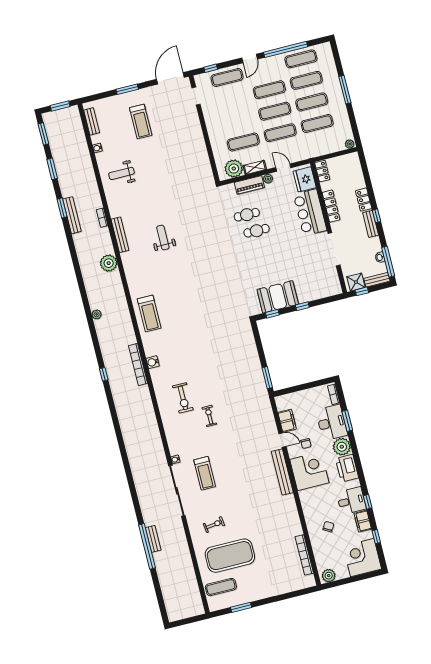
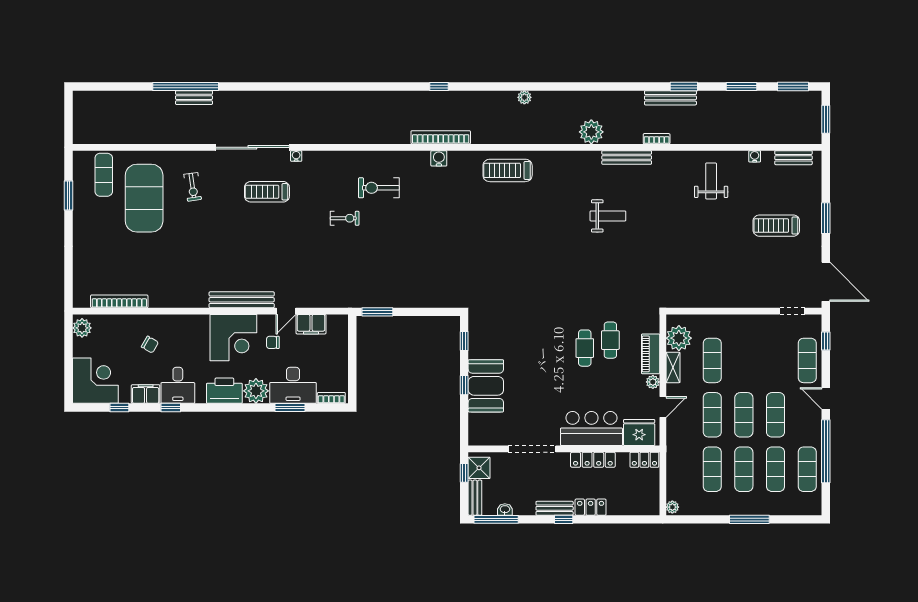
booth: (278, 297) -> (486, 386), moved

